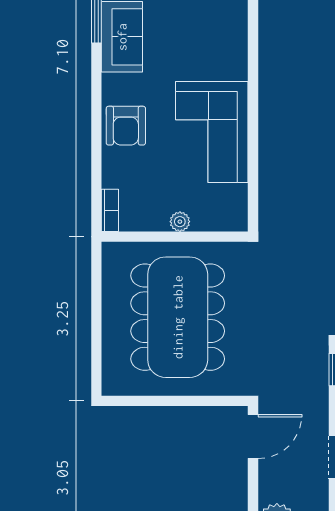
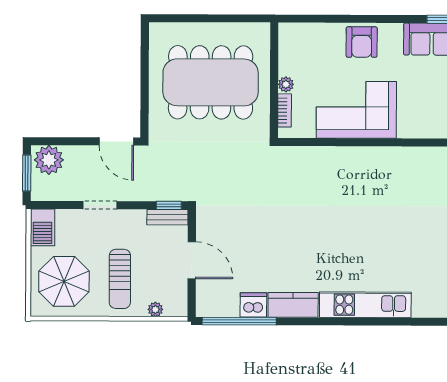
armchair: (126, 126) -> (362, 42), turned -90
bookcase: (110, 210) -> (285, 110), moved, turned -90

